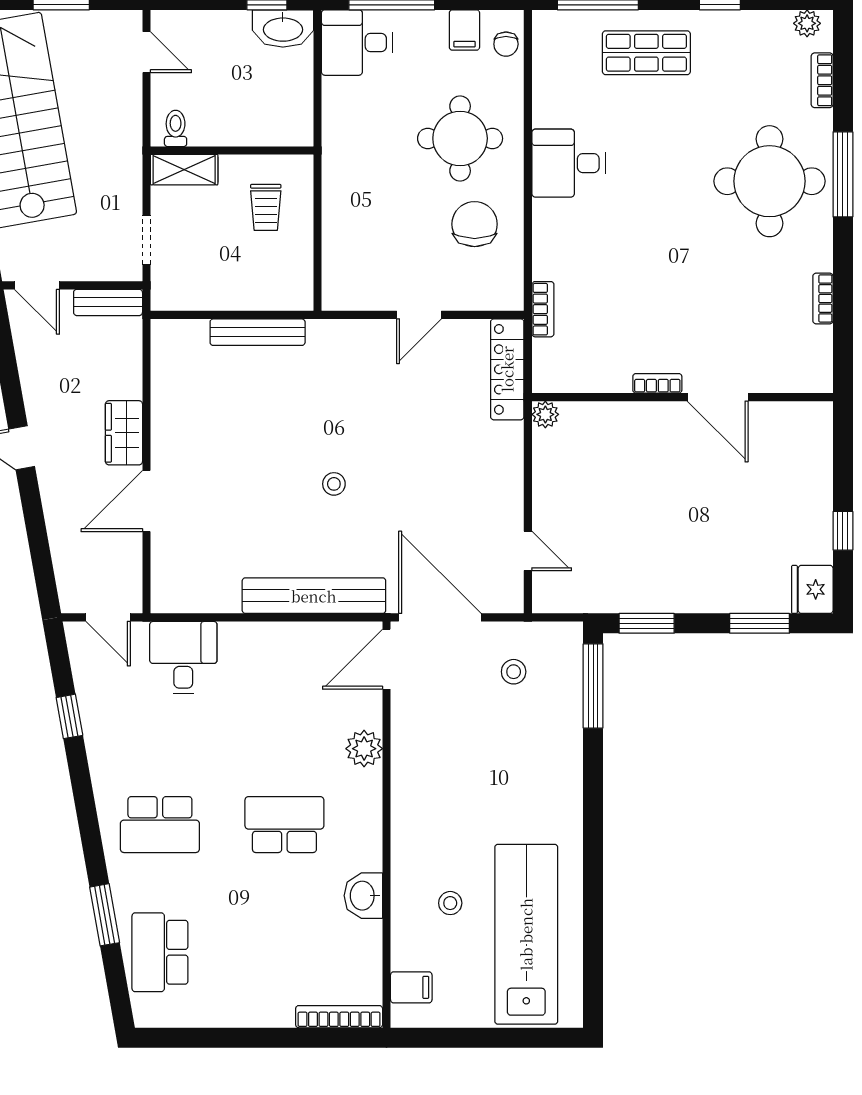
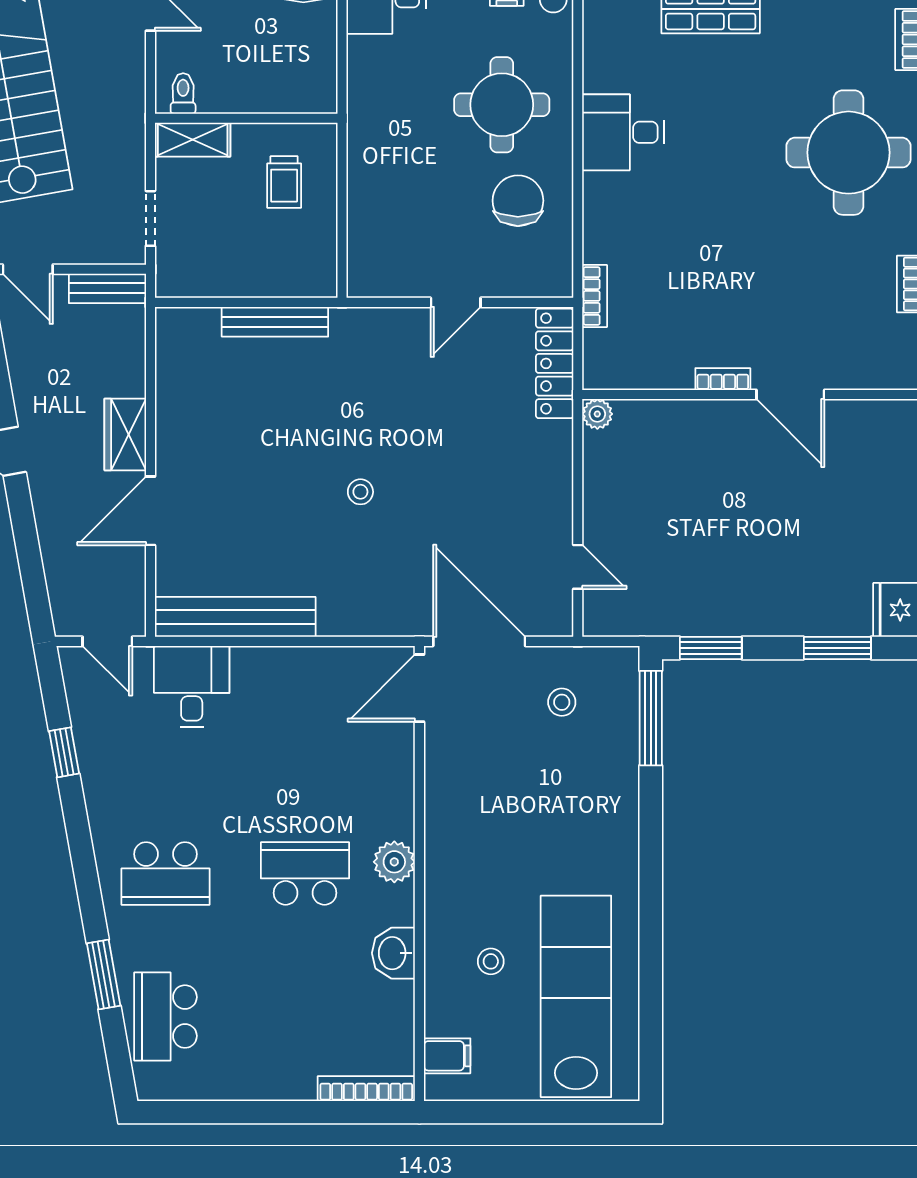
bench: (314, 596) -> (235, 617), moved
plant: (364, 749) -> (394, 862), moved

